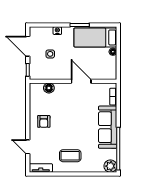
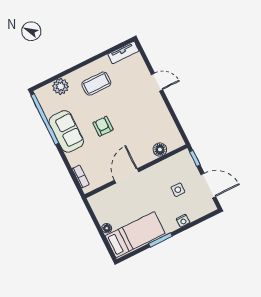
door: (81, 81) -> (127, 176), swing flipped
armchair: (44, 121) -> (103, 126), moved
sofa: (108, 127) -> (66, 131), width x0.73
door: (28, 147) -> (157, 82), moved
plant: (110, 166) -> (61, 86), moved

